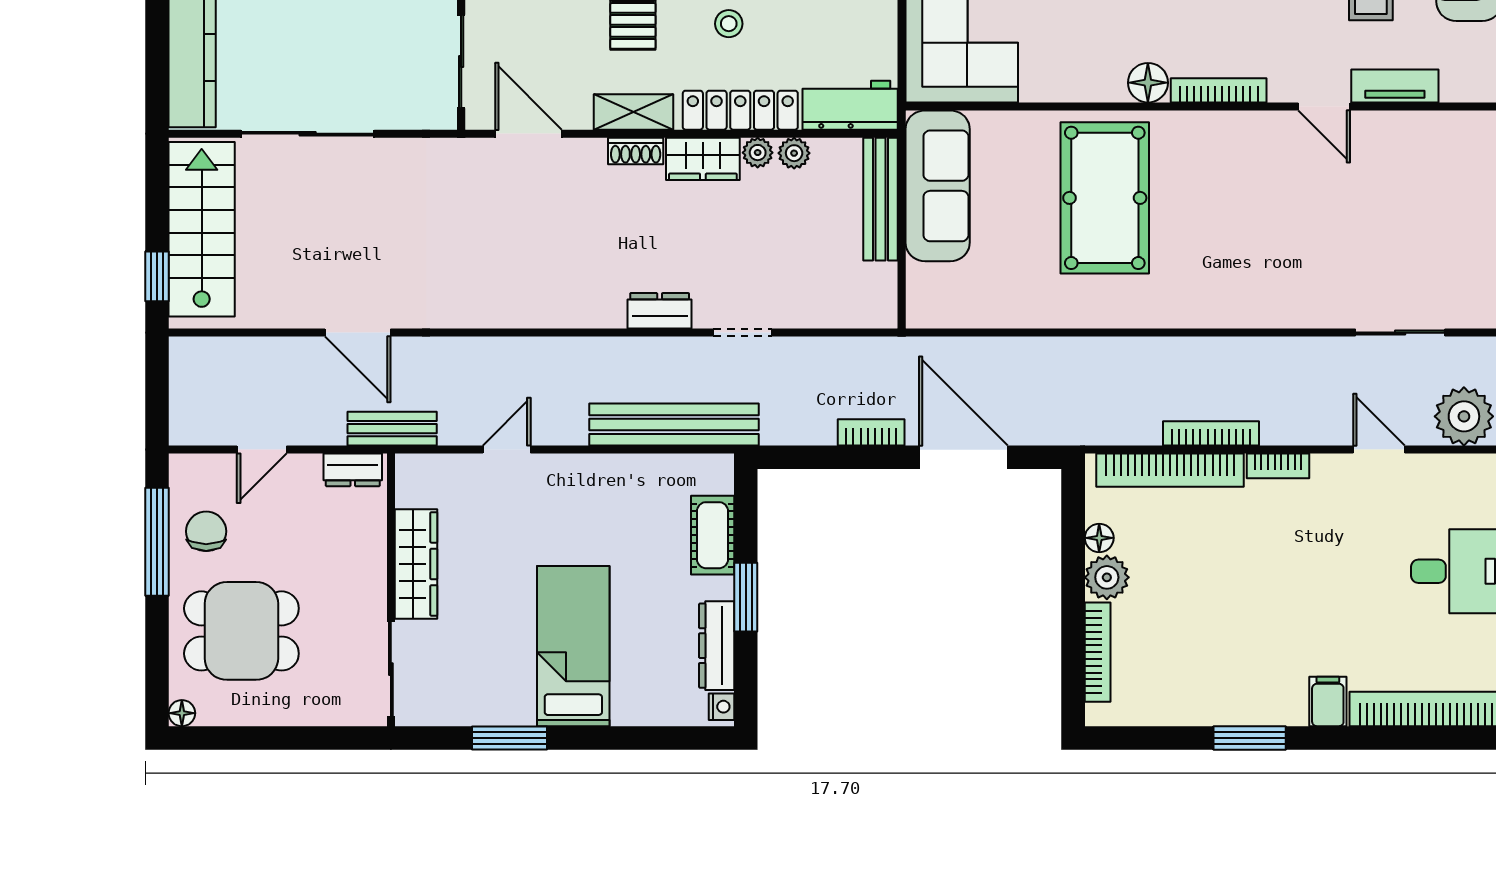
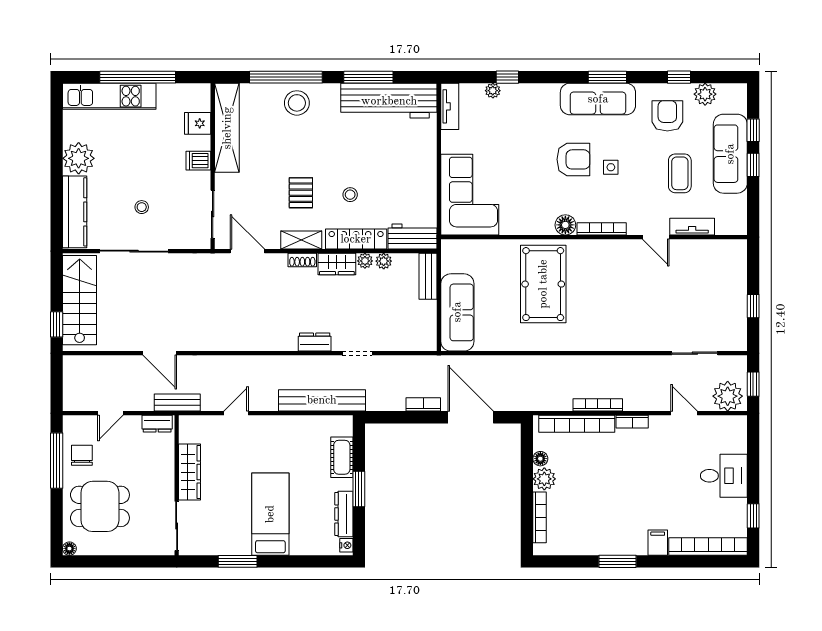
stool: (323, 48) -> (142, 207), added
sofa: (938, 186) -> (457, 312), moved
bench: (881, 199) -> (428, 276), width x0.73

